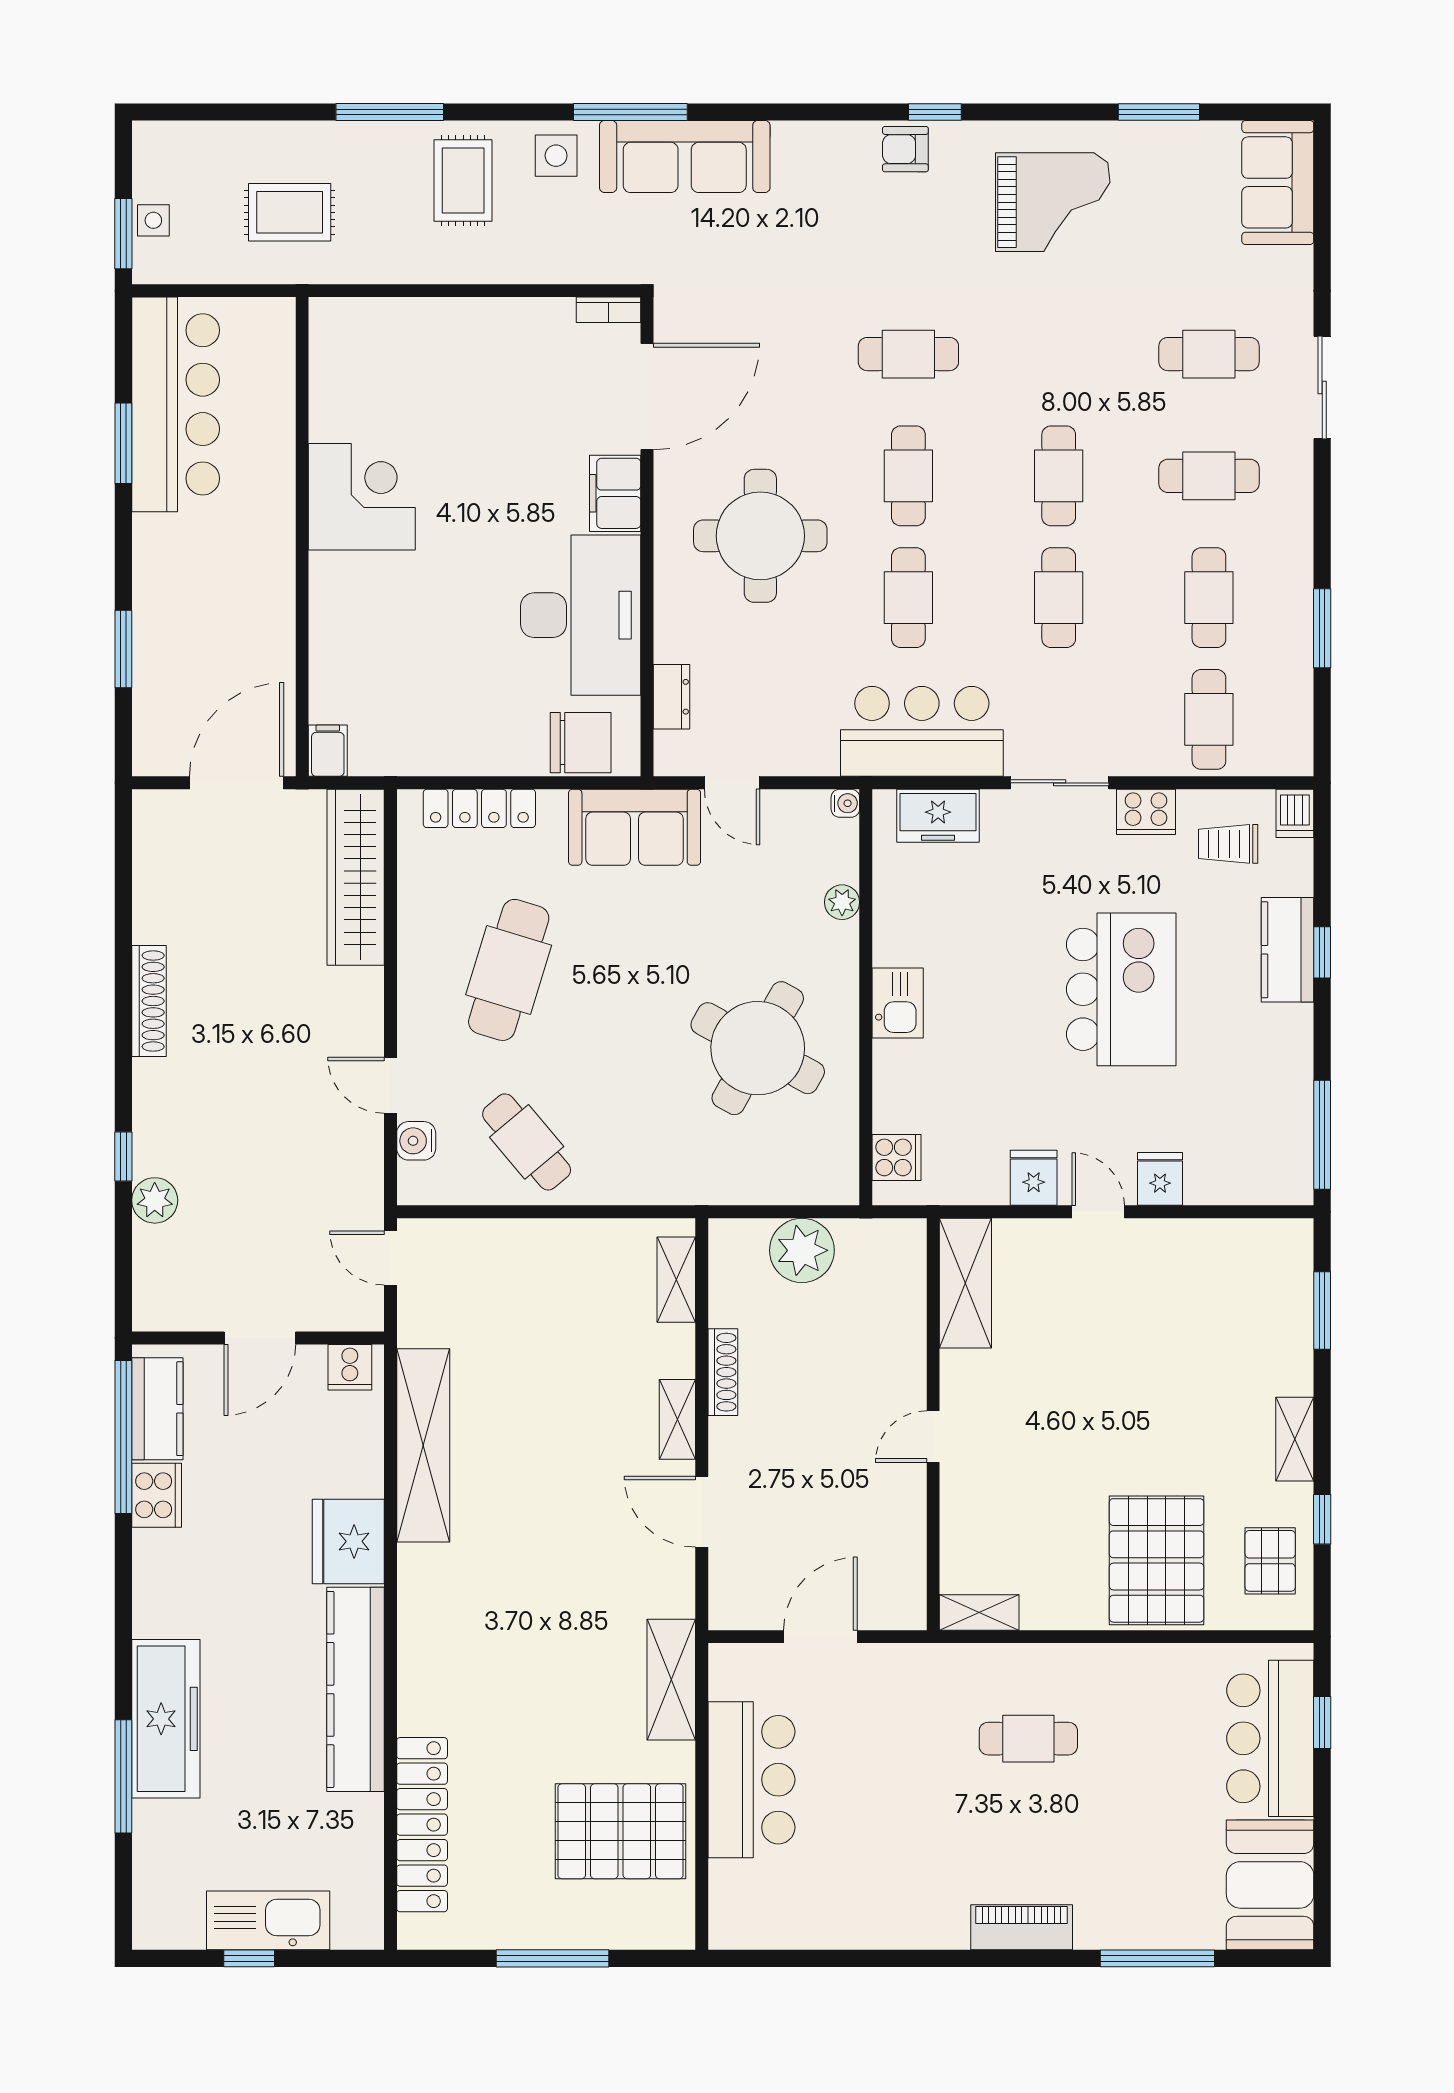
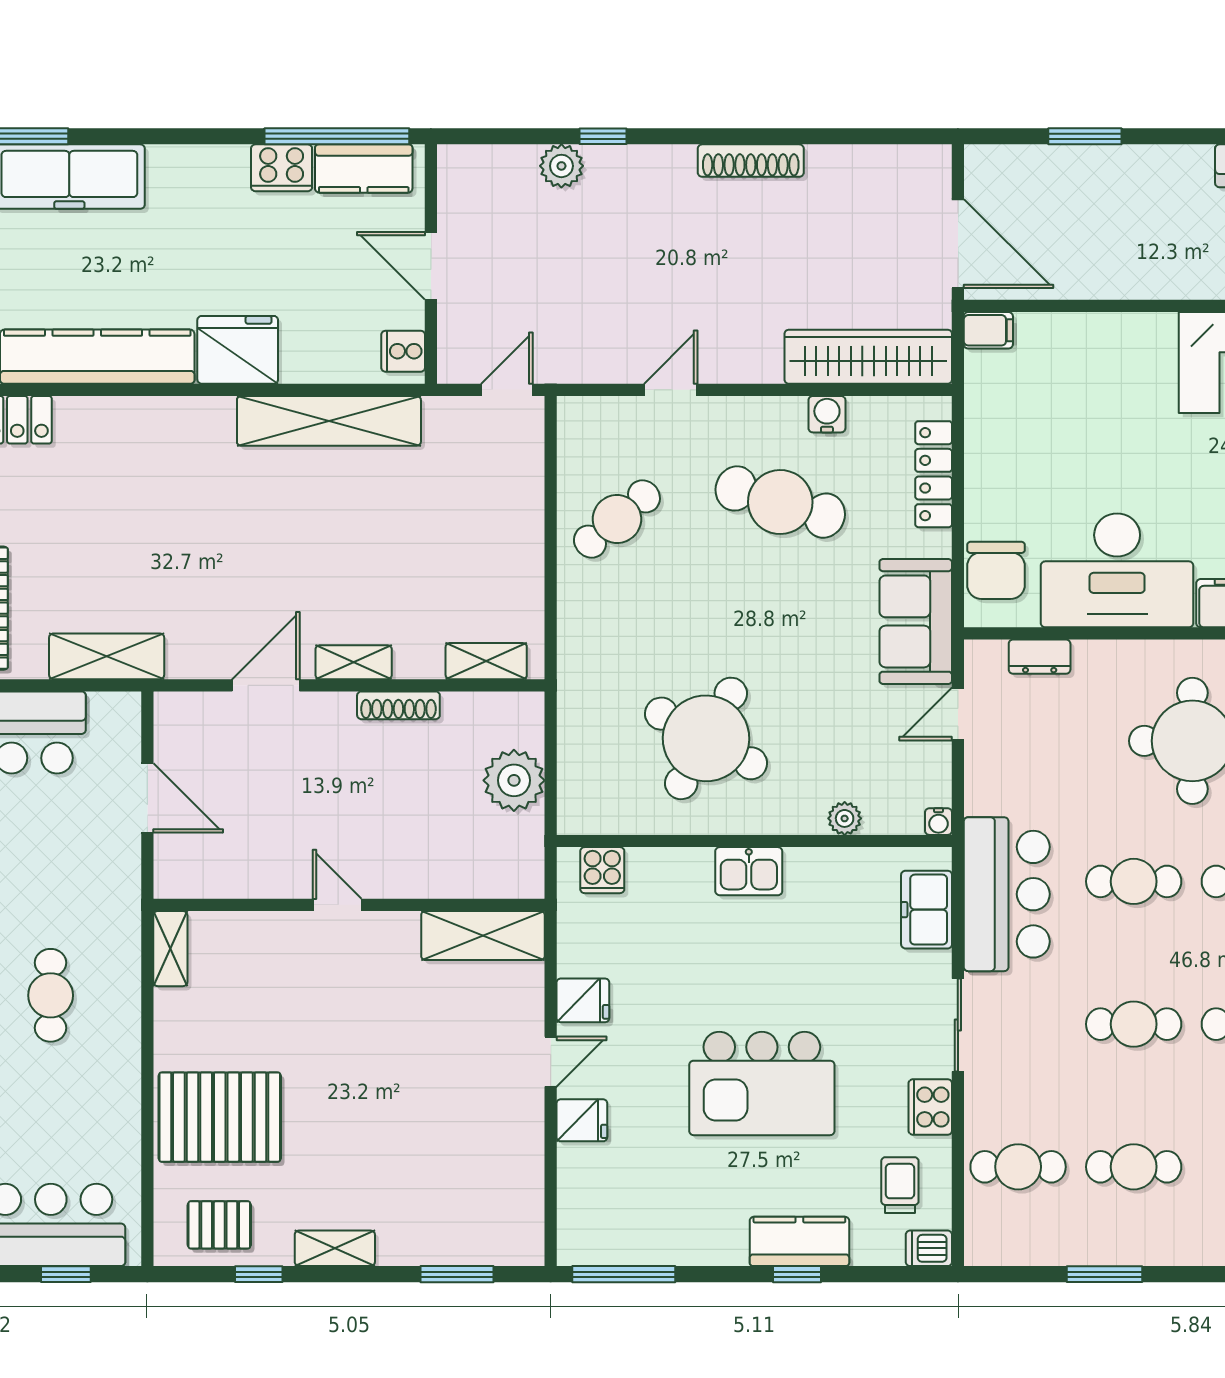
water cooler: (416, 1141) -> (827, 414), moved

